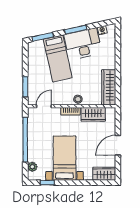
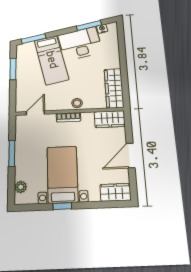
window: (76, 30) -> (89, 25), moved
window: (25, 87) -> (13, 69), moved
wardrobe: (93, 114) -> (110, 119), moved
window: (25, 140) -> (12, 153), width x0.47
window: (47, 183) -> (62, 206), moved

